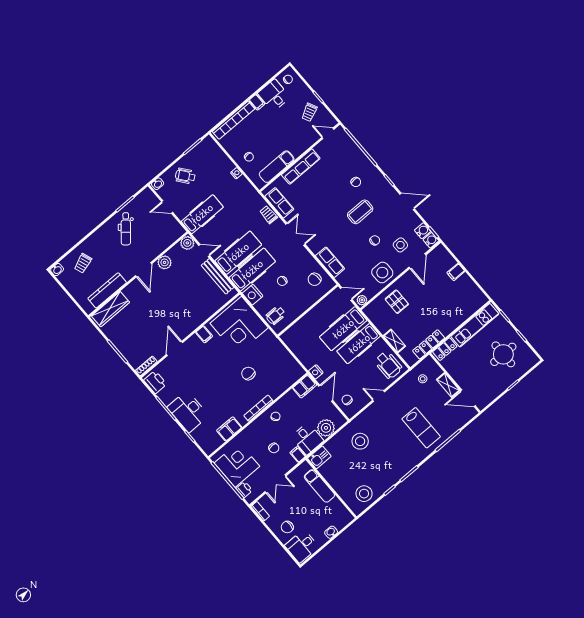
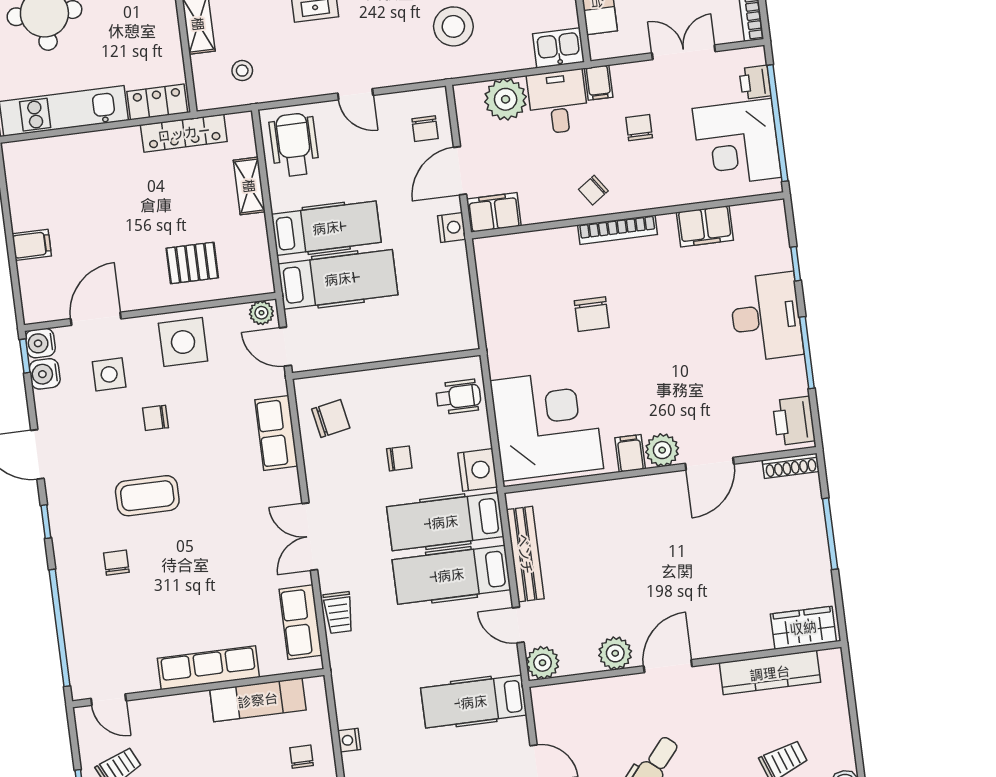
pallet: (397, 302) -> (192, 263), turned 90
wardrobe: (110, 309) -> (803, 628), width x0.67
plant: (194, 343) -> (662, 450), added

